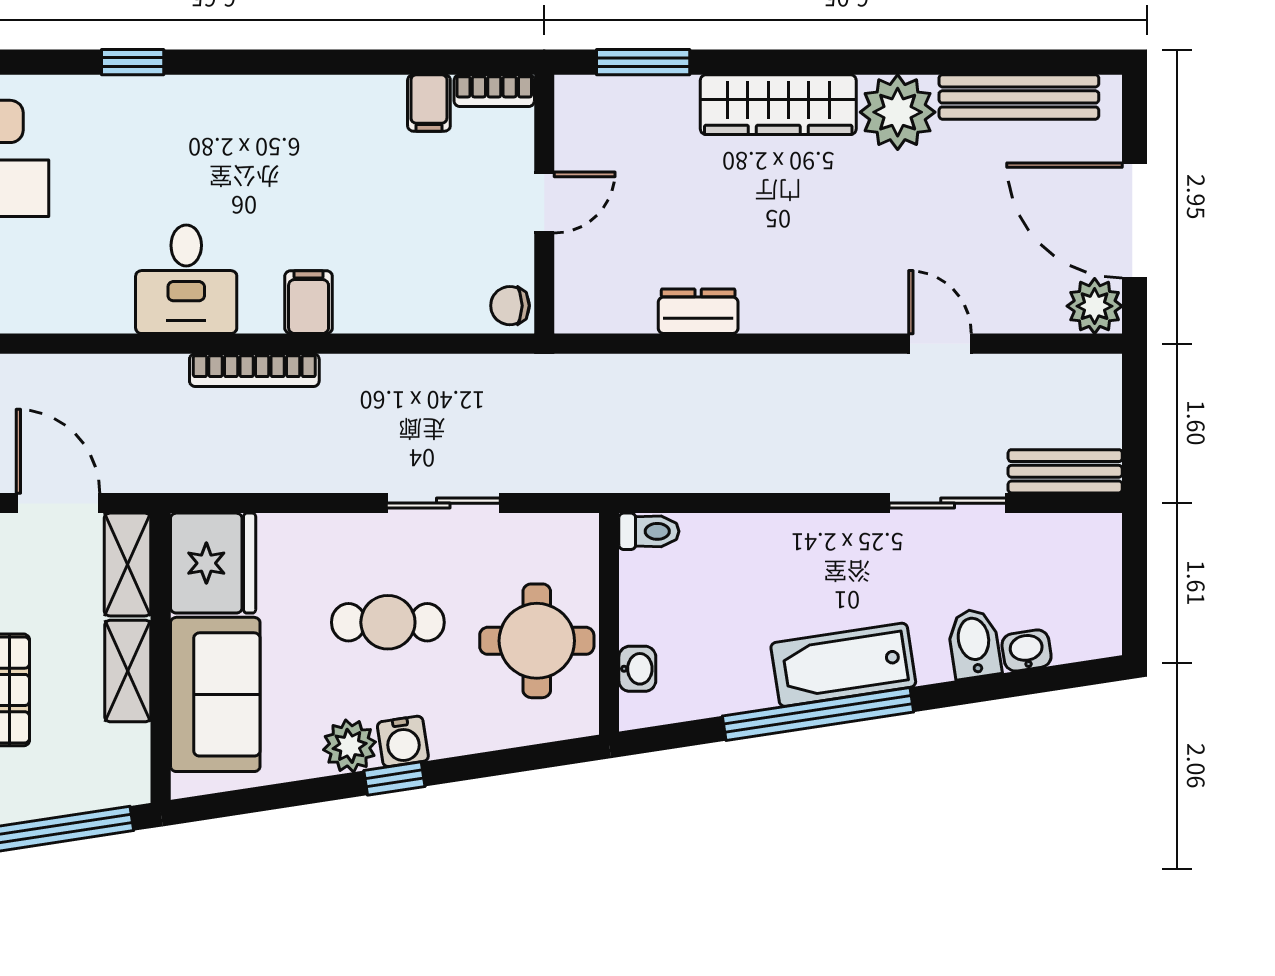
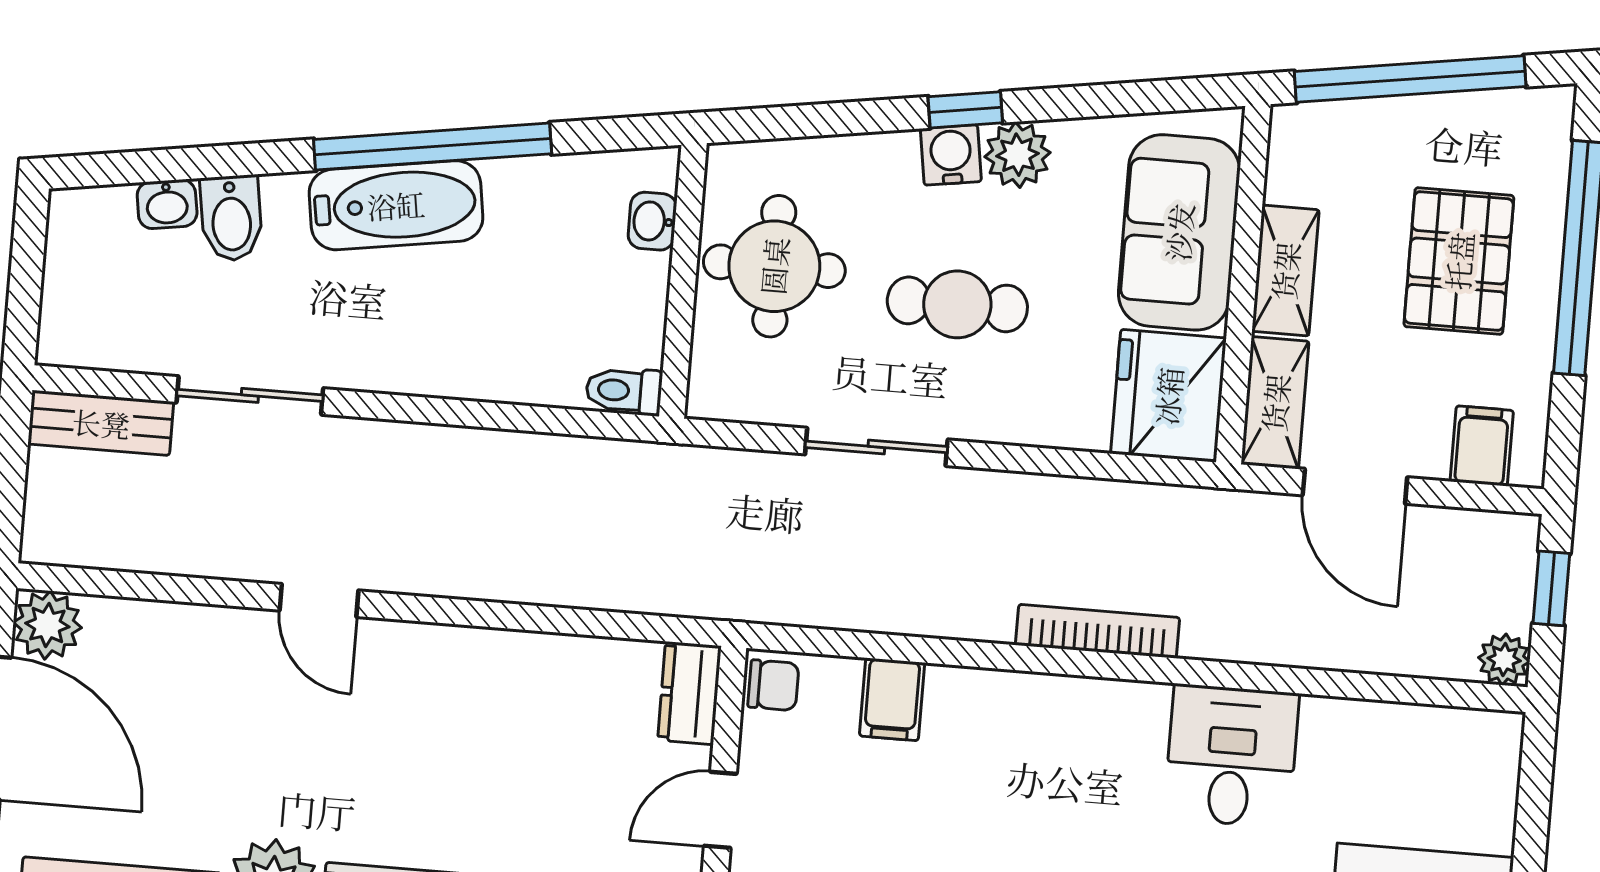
desk: (186, 279) -> (1231, 756), moved
filing cabinet: (309, 302) -> (892, 699), moved
dresser: (698, 311) -> (689, 693), moved, turned 90
door: (940, 344) -> (319, 600), moved

